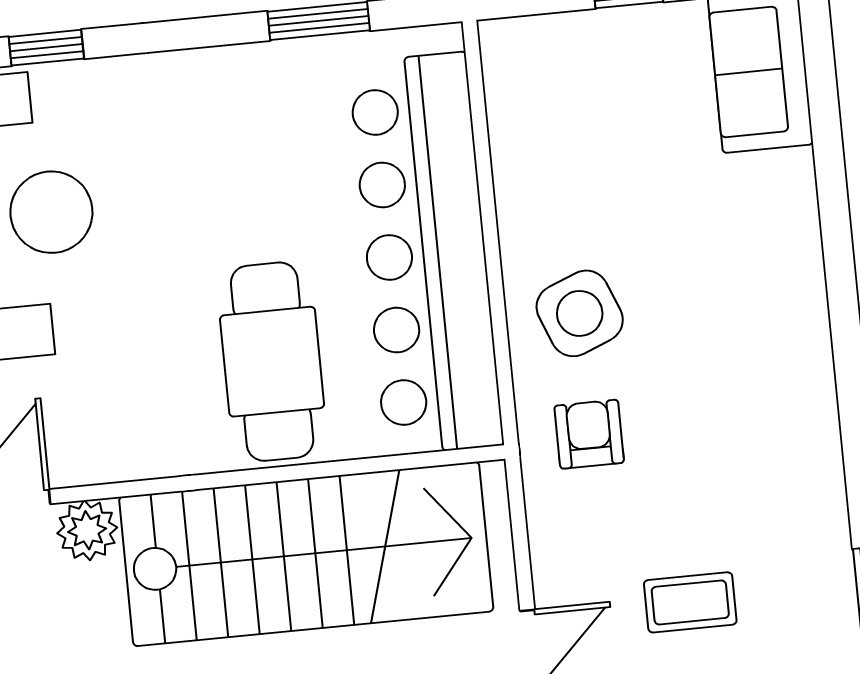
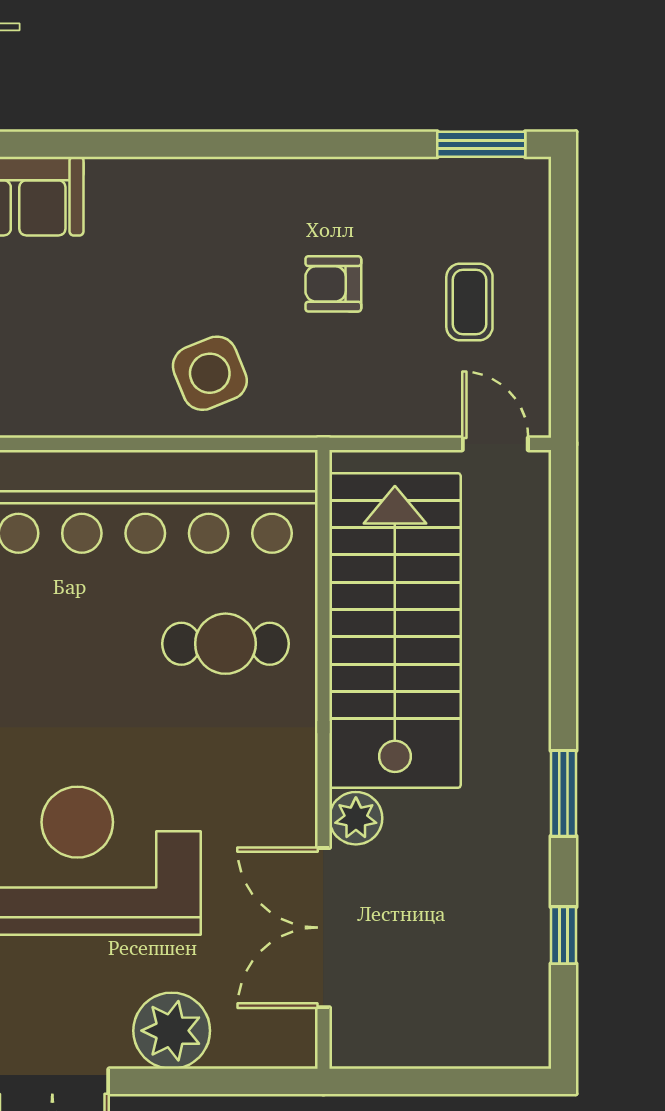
cafe table: (272, 362) -> (225, 644), width x0.73, depth x0.74
armchair: (589, 434) -> (333, 284), moved

